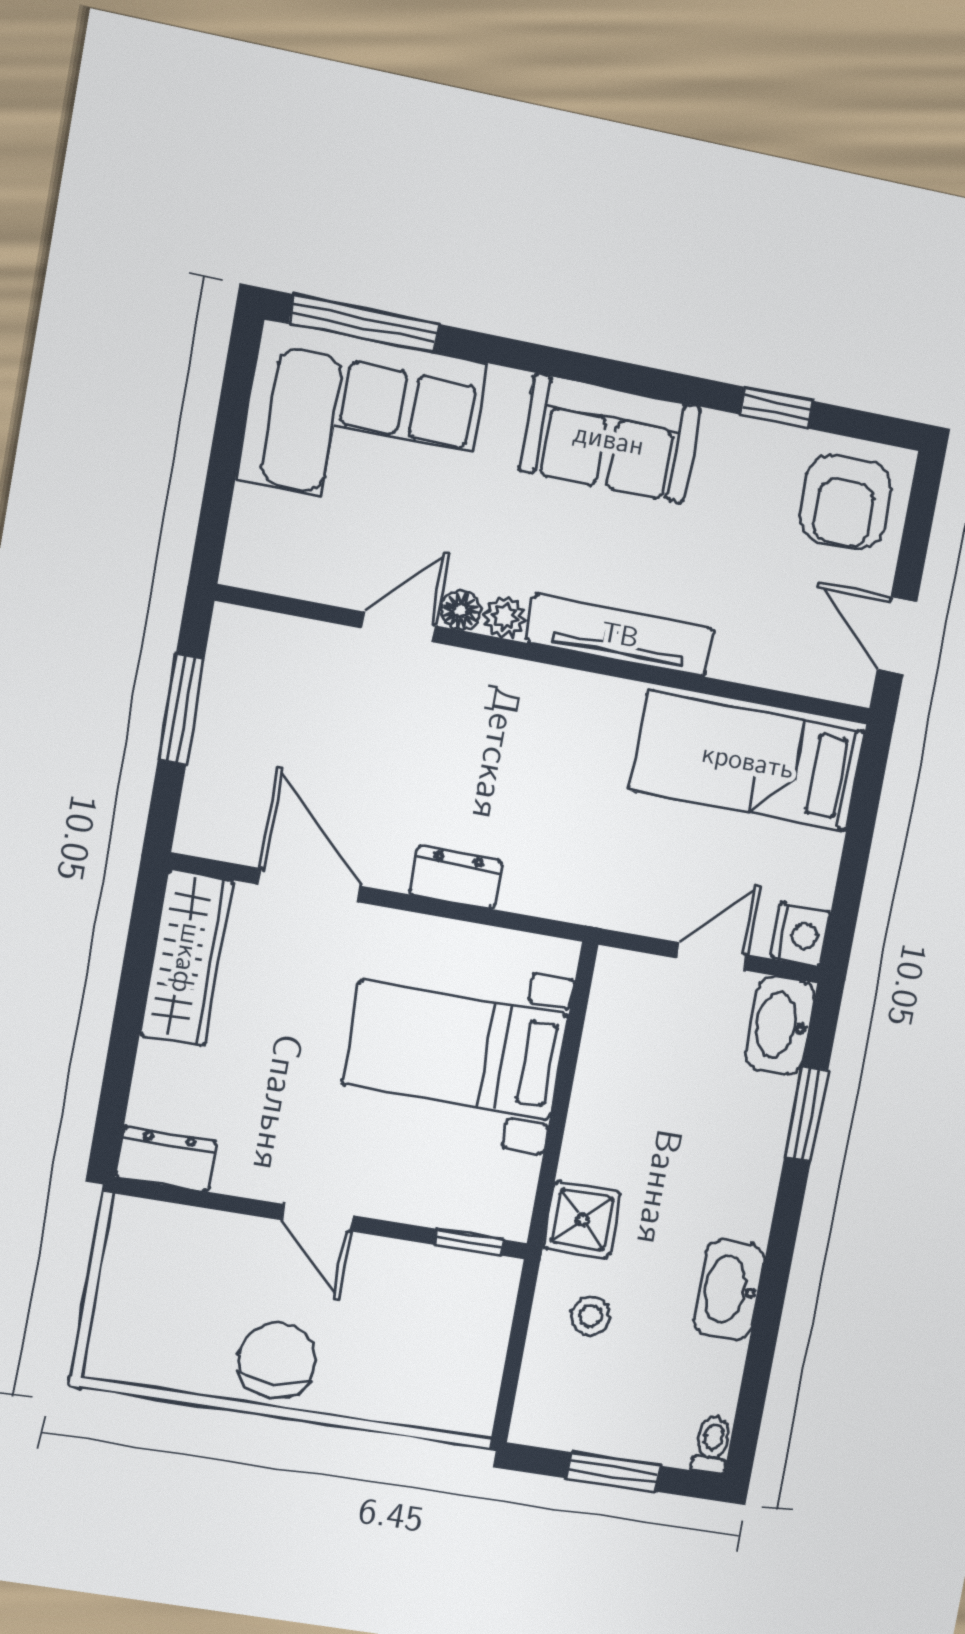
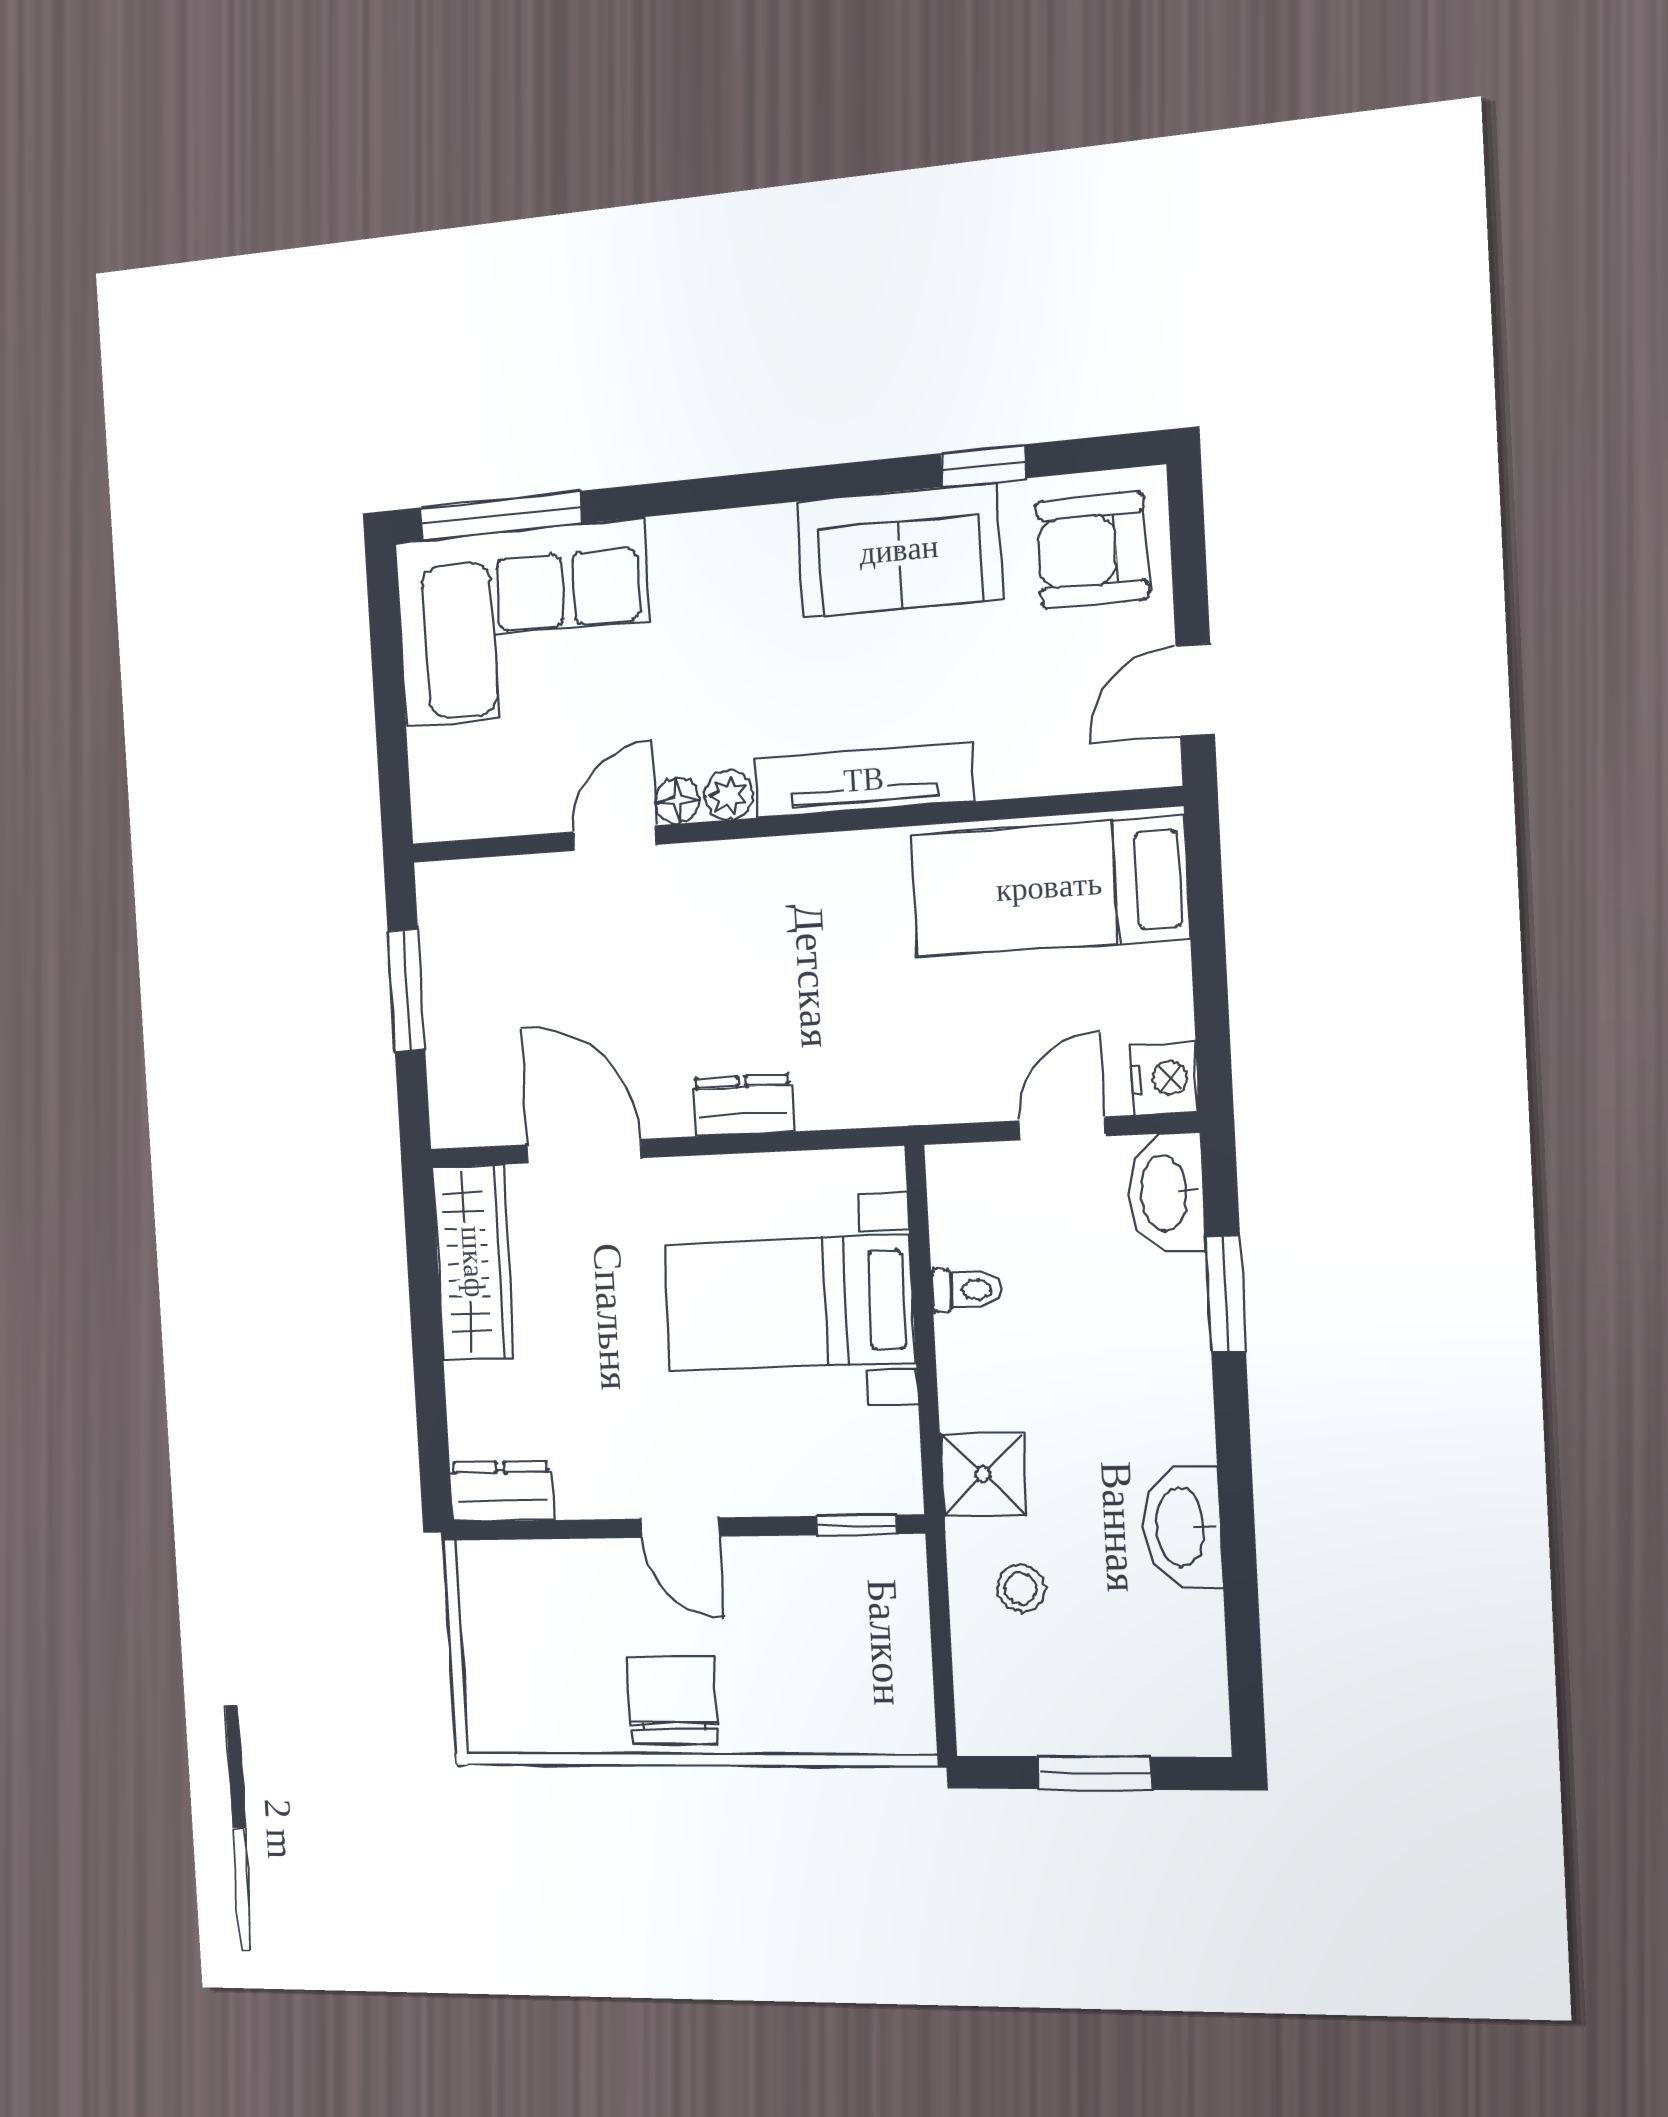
sofa: (609, 439) -> (899, 550), moved
armchair: (845, 502) -> (1092, 550), turned 90
door: (897, 636) -> (1195, 690), hinge flipped
toilet: (712, 1445) -> (967, 1290), moved, turned 90

